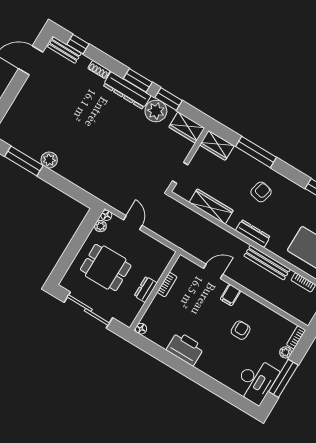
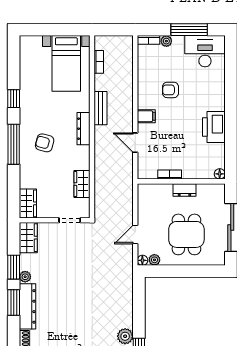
plant: (156, 111) -> (25, 277), width x0.53, depth x0.53
window: (256, 152) -> (14, 144), moved
wardrobe: (211, 206) -> (82, 184), width x0.67
bench: (267, 263) -> (101, 108), width x0.73

